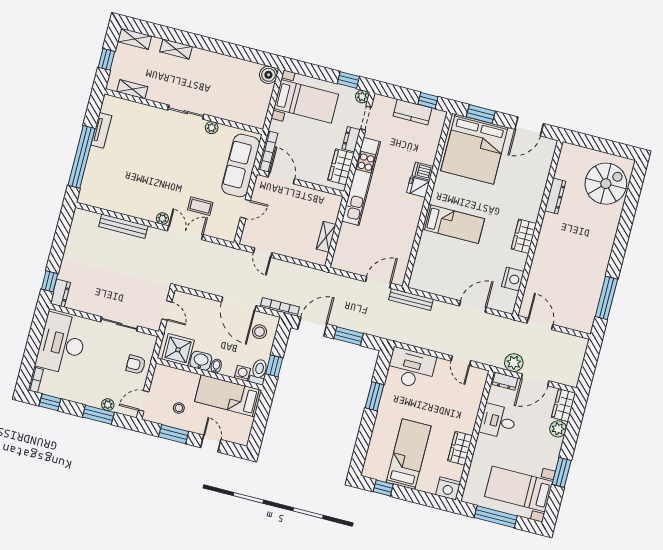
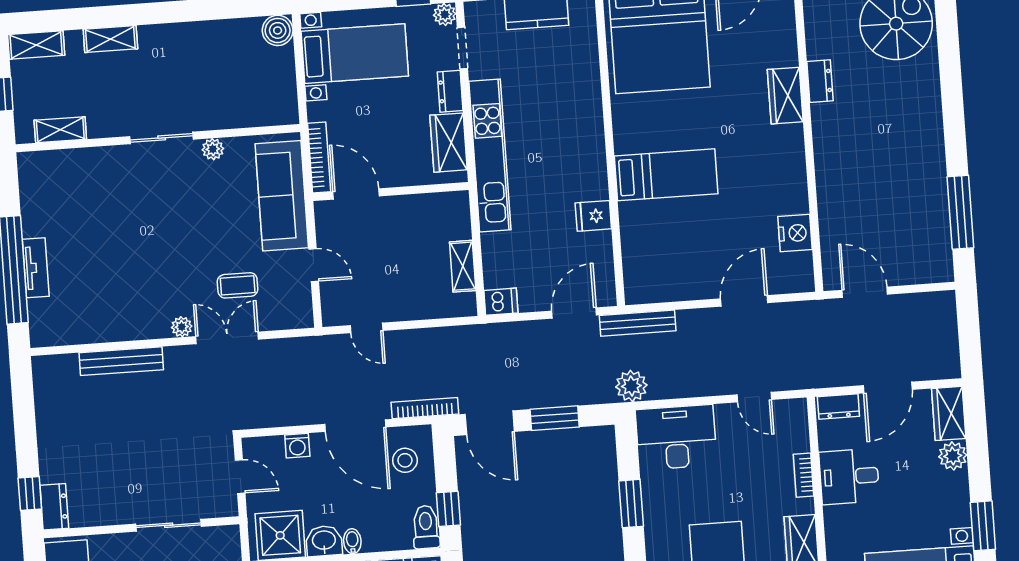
tv unit: (101, 130) -> (36, 268), moved
dishwasher: (423, 171) -> (501, 302), moved, turned 180
fridge: (418, 187) -> (593, 216), moved
dresser: (555, 196) -> (820, 81), width x0.70
door: (245, 209) -> (314, 265), hinge flipped
wardrobe: (524, 236) -> (785, 96), moved
door: (312, 327) -> (490, 423), swing flipped
plant: (514, 363) -> (631, 386), moved
washing machine: (242, 373) -> (297, 446), moved, turned 180
bookcase: (473, 412) -> (804, 475), added

